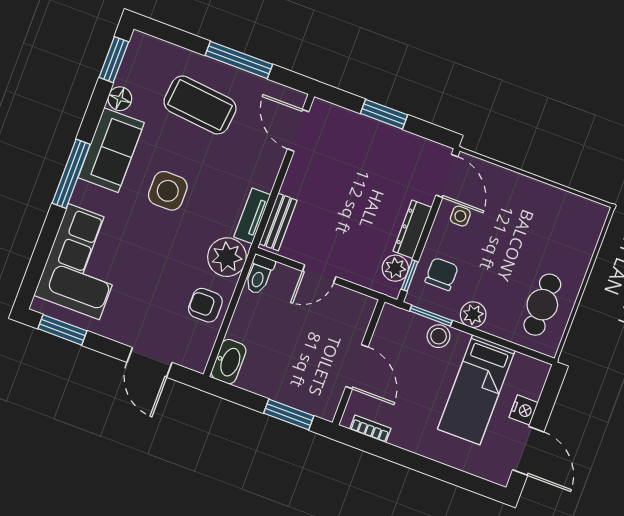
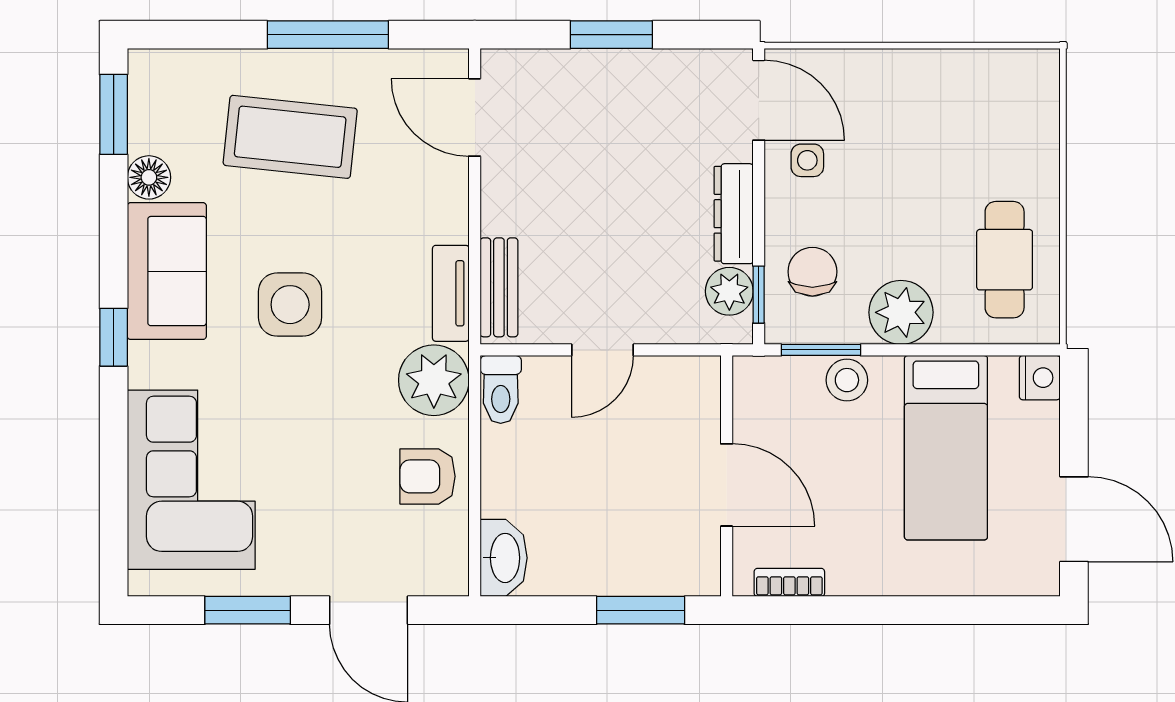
window: (71, 174) -> (114, 337), width x0.46
plant: (473, 315) -> (901, 312), width x1.36, depth x1.36
window: (62, 330) -> (248, 610), moved
nightstand: (524, 410) -> (1040, 378), moved

